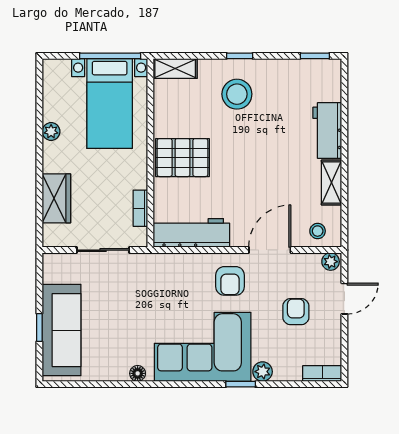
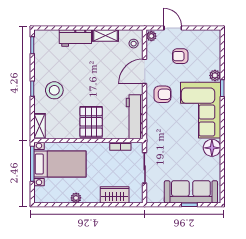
door: (270, 250) -> (145, 71), hinge flipped
floor lamp: (138, 373) -> (212, 148), width x1.89, depth x1.89
bookcase: (322, 373) -> (216, 41), removed

